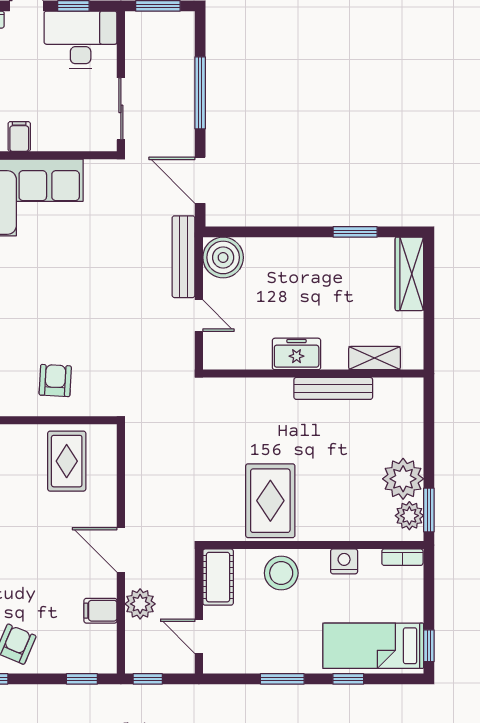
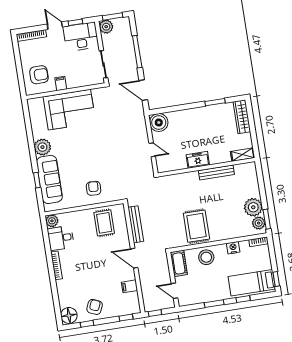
bench: (184, 257) -> (136, 224), moved
shelving: (374, 358) -> (243, 155), moved
plant: (140, 604) -> (106, 27), moved

